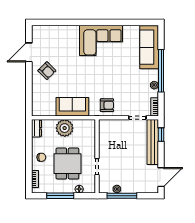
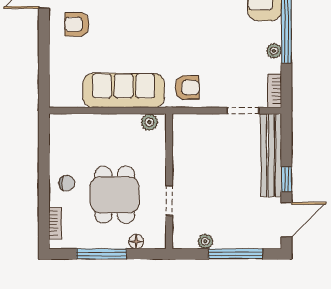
armchair: (47, 71) -> (77, 24), turned 135
sofa: (72, 107) -> (124, 90), width x1.36
dresser: (36, 128) -> (58, 130), removed
plant: (65, 128) -> (149, 122), moved, width x0.53, depth x0.53
window: (161, 135) -> (286, 179), moved
window: (122, 196) -> (236, 254), moved

